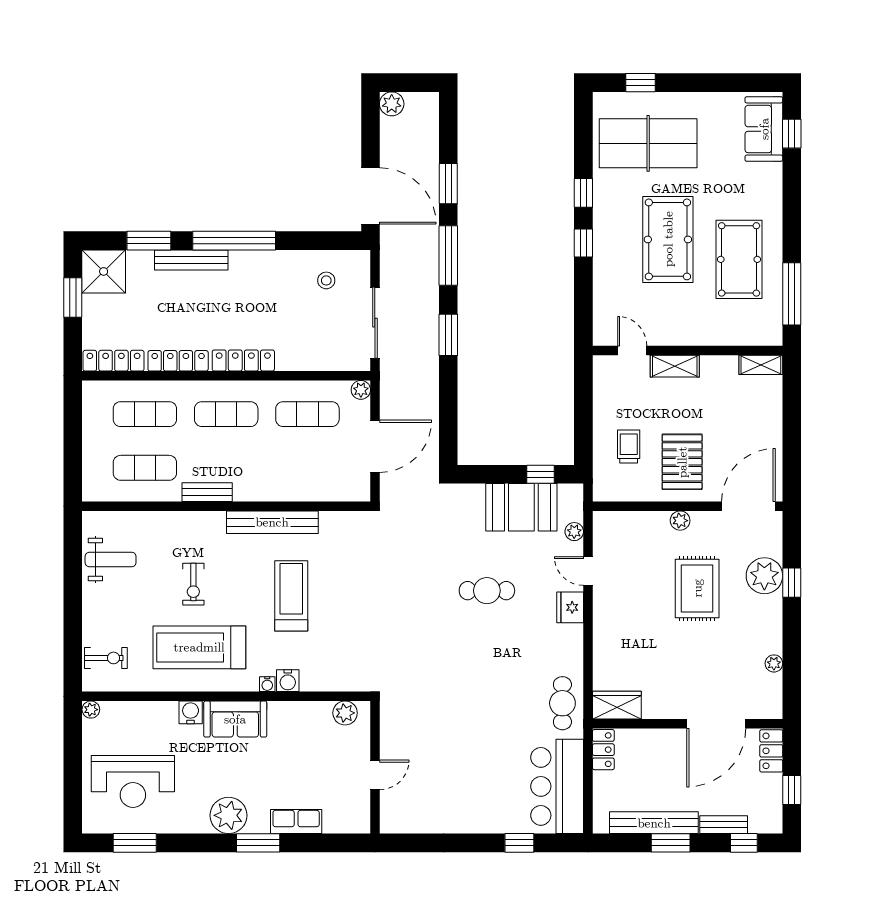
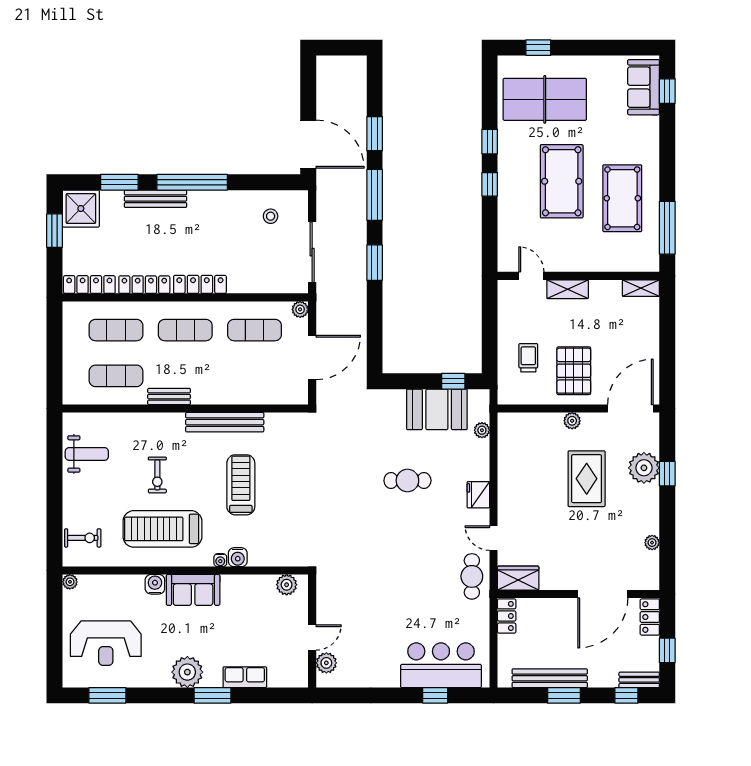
plant: (392, 104) -> (326, 663), moved
door: (588, 571) -> (494, 538), moved
bar counter: (557, 786) -> (441, 665), moved, turned 90
bench: (724, 825) -> (639, 680), moved

